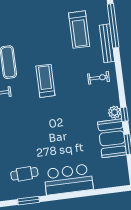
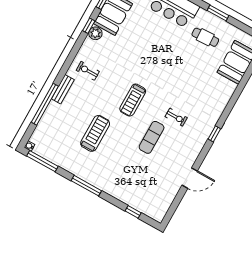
treadmill: (79, 30) -> (95, 133), moved
bench: (107, 43) -> (63, 89), width x0.73

